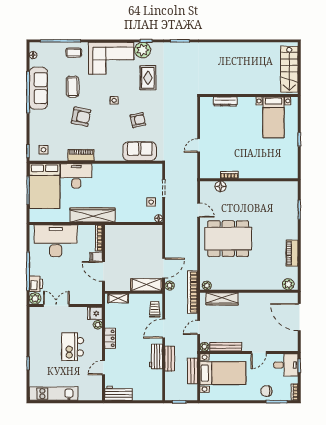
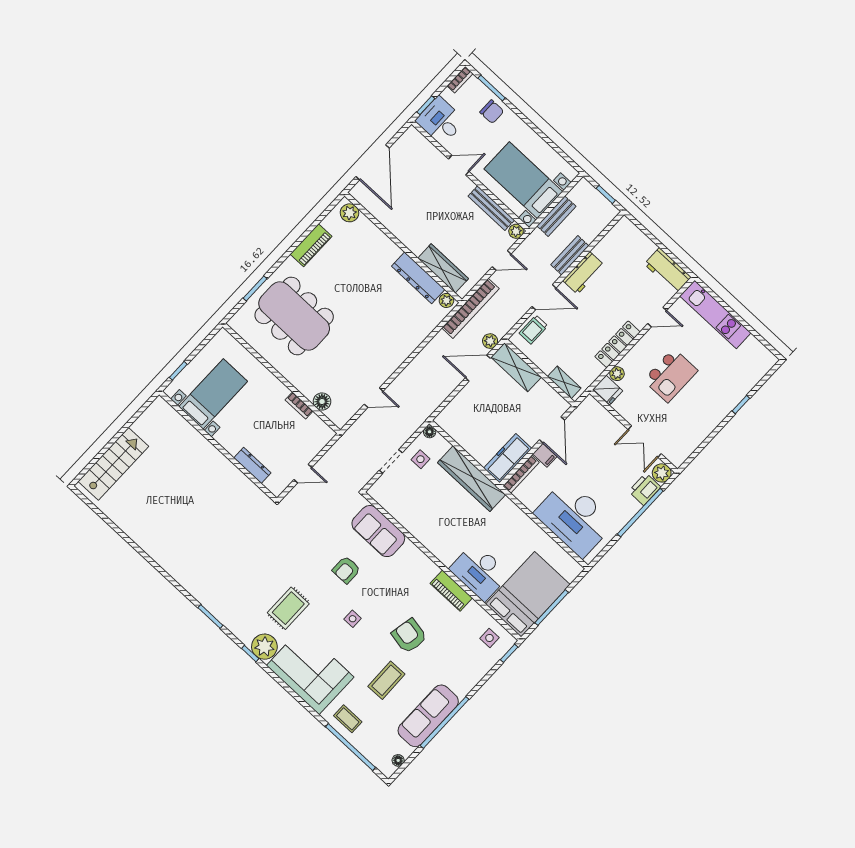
wall: (249, 96) -> (218, 446), moved
dresser: (225, 101) -> (252, 465), moved
bed with nightstands: (273, 117) -> (213, 394), moved
armchair: (138, 120) -> (346, 570), turned -78
door: (199, 210) -> (374, 398), swing flipped
wardrobe: (93, 215) -> (472, 479), moved
dining table: (228, 239) -> (294, 316), moved
freezer: (112, 240) -> (508, 458), added
dresser: (229, 284) -> (418, 278), added
locker: (110, 338) -> (618, 344), width x1.53
kitchen unit: (53, 394) -> (715, 314), moved

